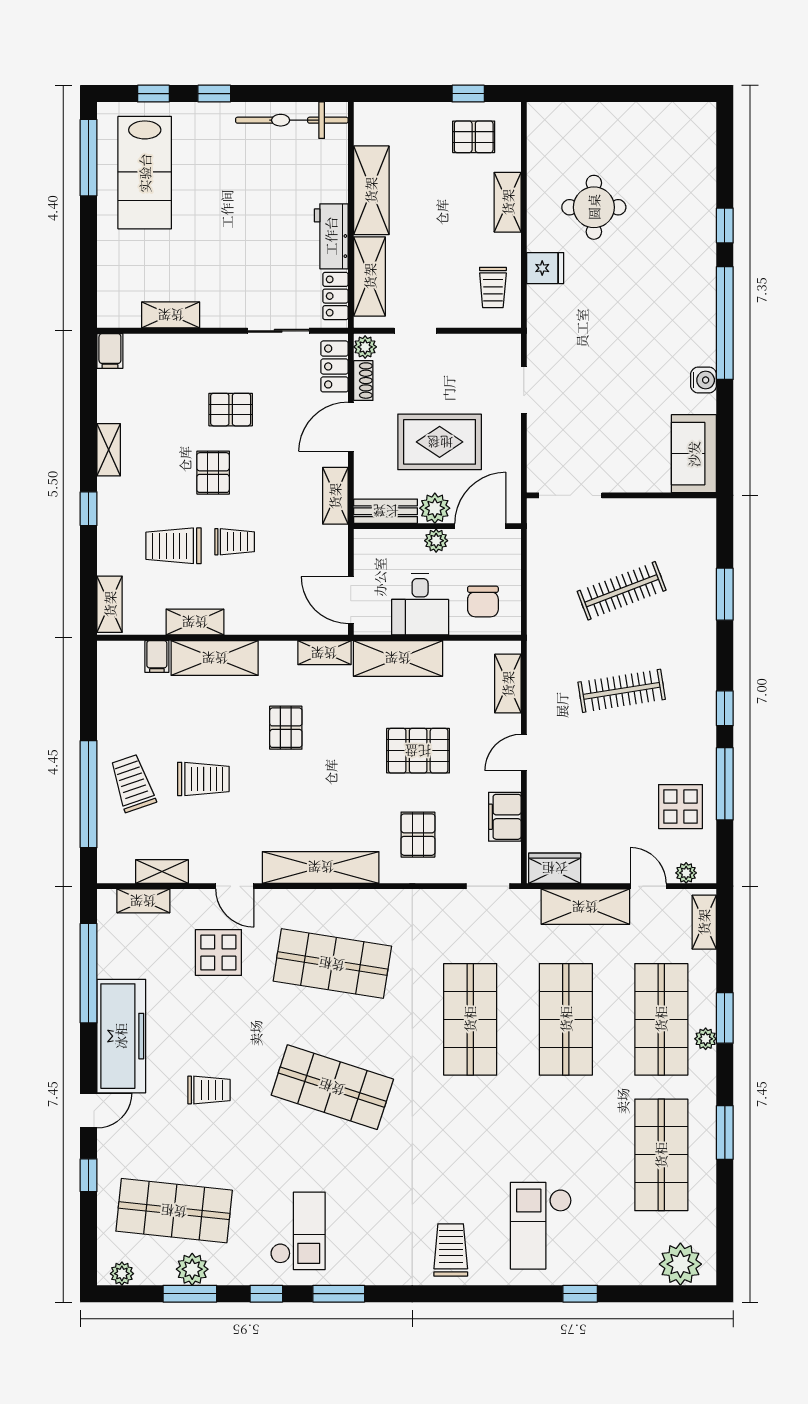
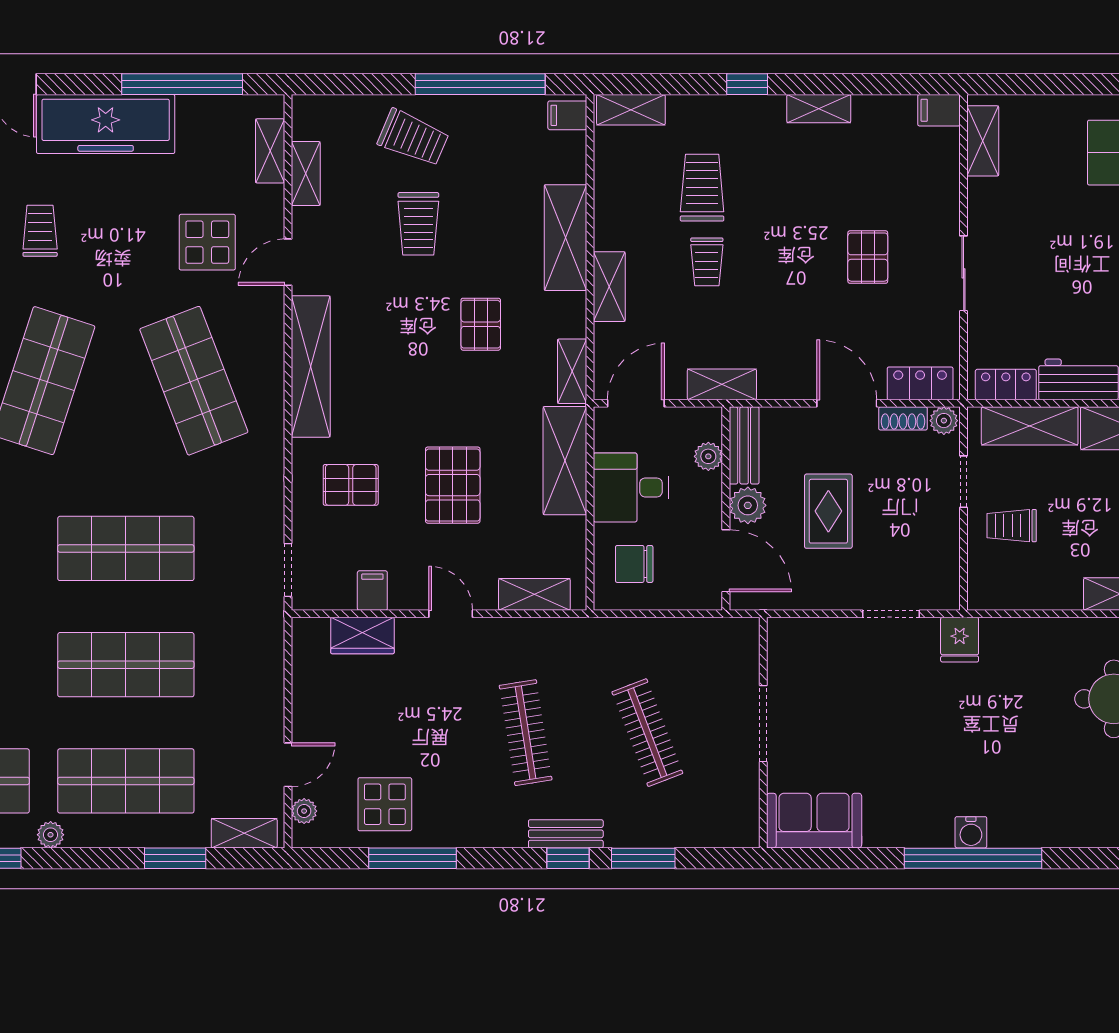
window: (725, 225) -> (1092, 858), removed
fridge: (545, 268) -> (960, 640), moved
trolley: (493, 288) -> (1012, 526), moved
shelving: (171, 315) -> (983, 141), moved
sliding door: (278, 331) -> (964, 273), moved
water cooler: (704, 380) -> (971, 832), moved
rug: (440, 442) -> (828, 511), width x0.73, depth x0.70
pallet: (213, 473) -> (791, 236), removed
doorway: (570, 495) -> (763, 724), moved
shelving: (335, 496) -> (722, 384), moved
plant: (436, 541) -> (708, 456), moved
shelving: (195, 622) -> (609, 287), moved
filing cabinet: (157, 656) -> (567, 115), moved
bench: (705, 658) -> (566, 834), added
window: (725, 708) -> (568, 858), moved
pallet: (286, 728) -> (481, 324), turned 90
trolley: (133, 783) -> (413, 138), turned 42
window: (89, 794) -> (480, 84), moved
filing cabinet: (505, 817) -> (372, 591), width x0.50
wardrobe: (555, 868) -> (362, 636), moved, turned 90
shelving: (585, 907) -> (263, 688), removed
shop shelf: (332, 964) -> (194, 381), turned -30
window: (725, 1018) -> (175, 858), moved
plant: (706, 1039) -> (51, 835), moved
trolley: (209, 1090) -> (40, 231), turned 180

